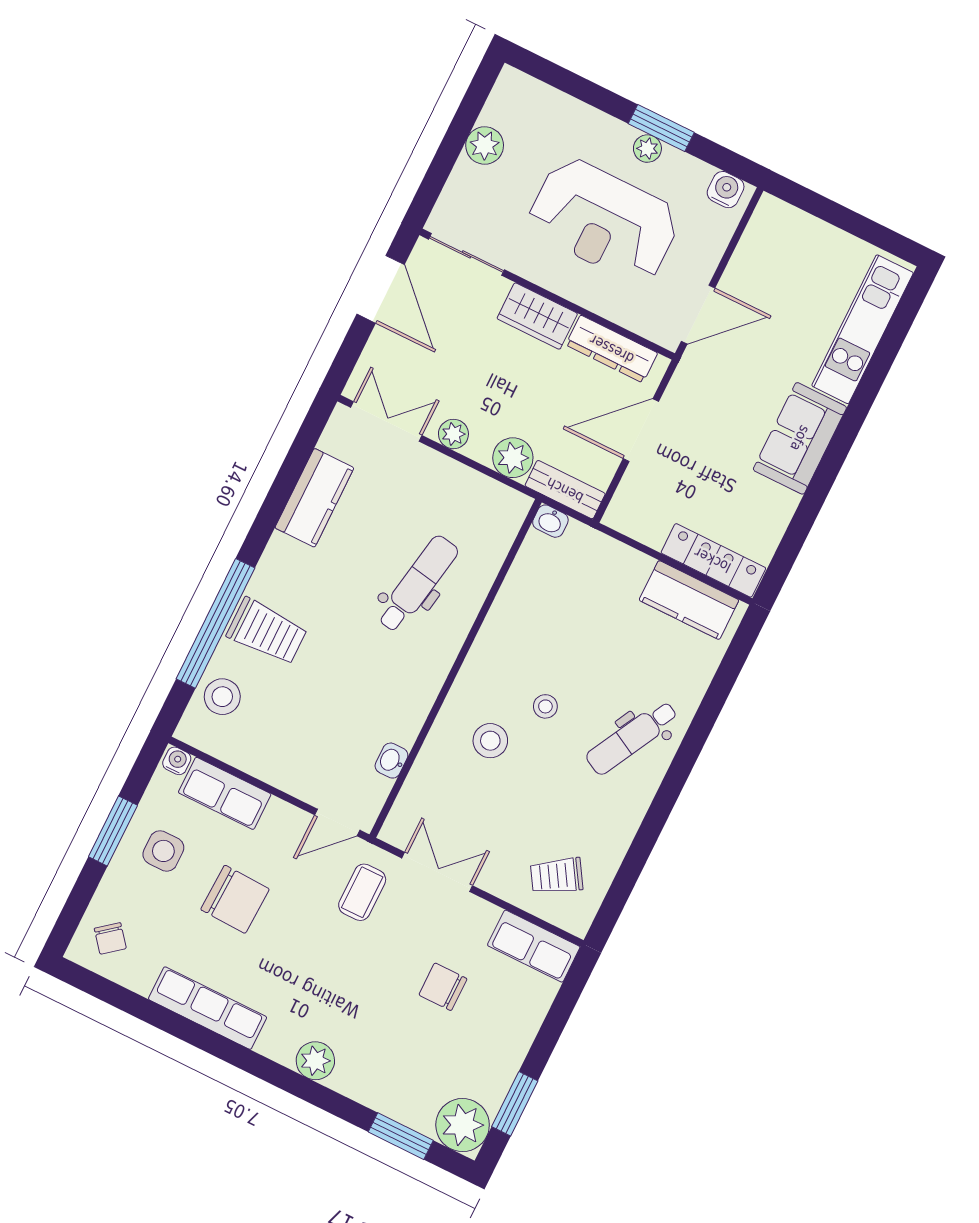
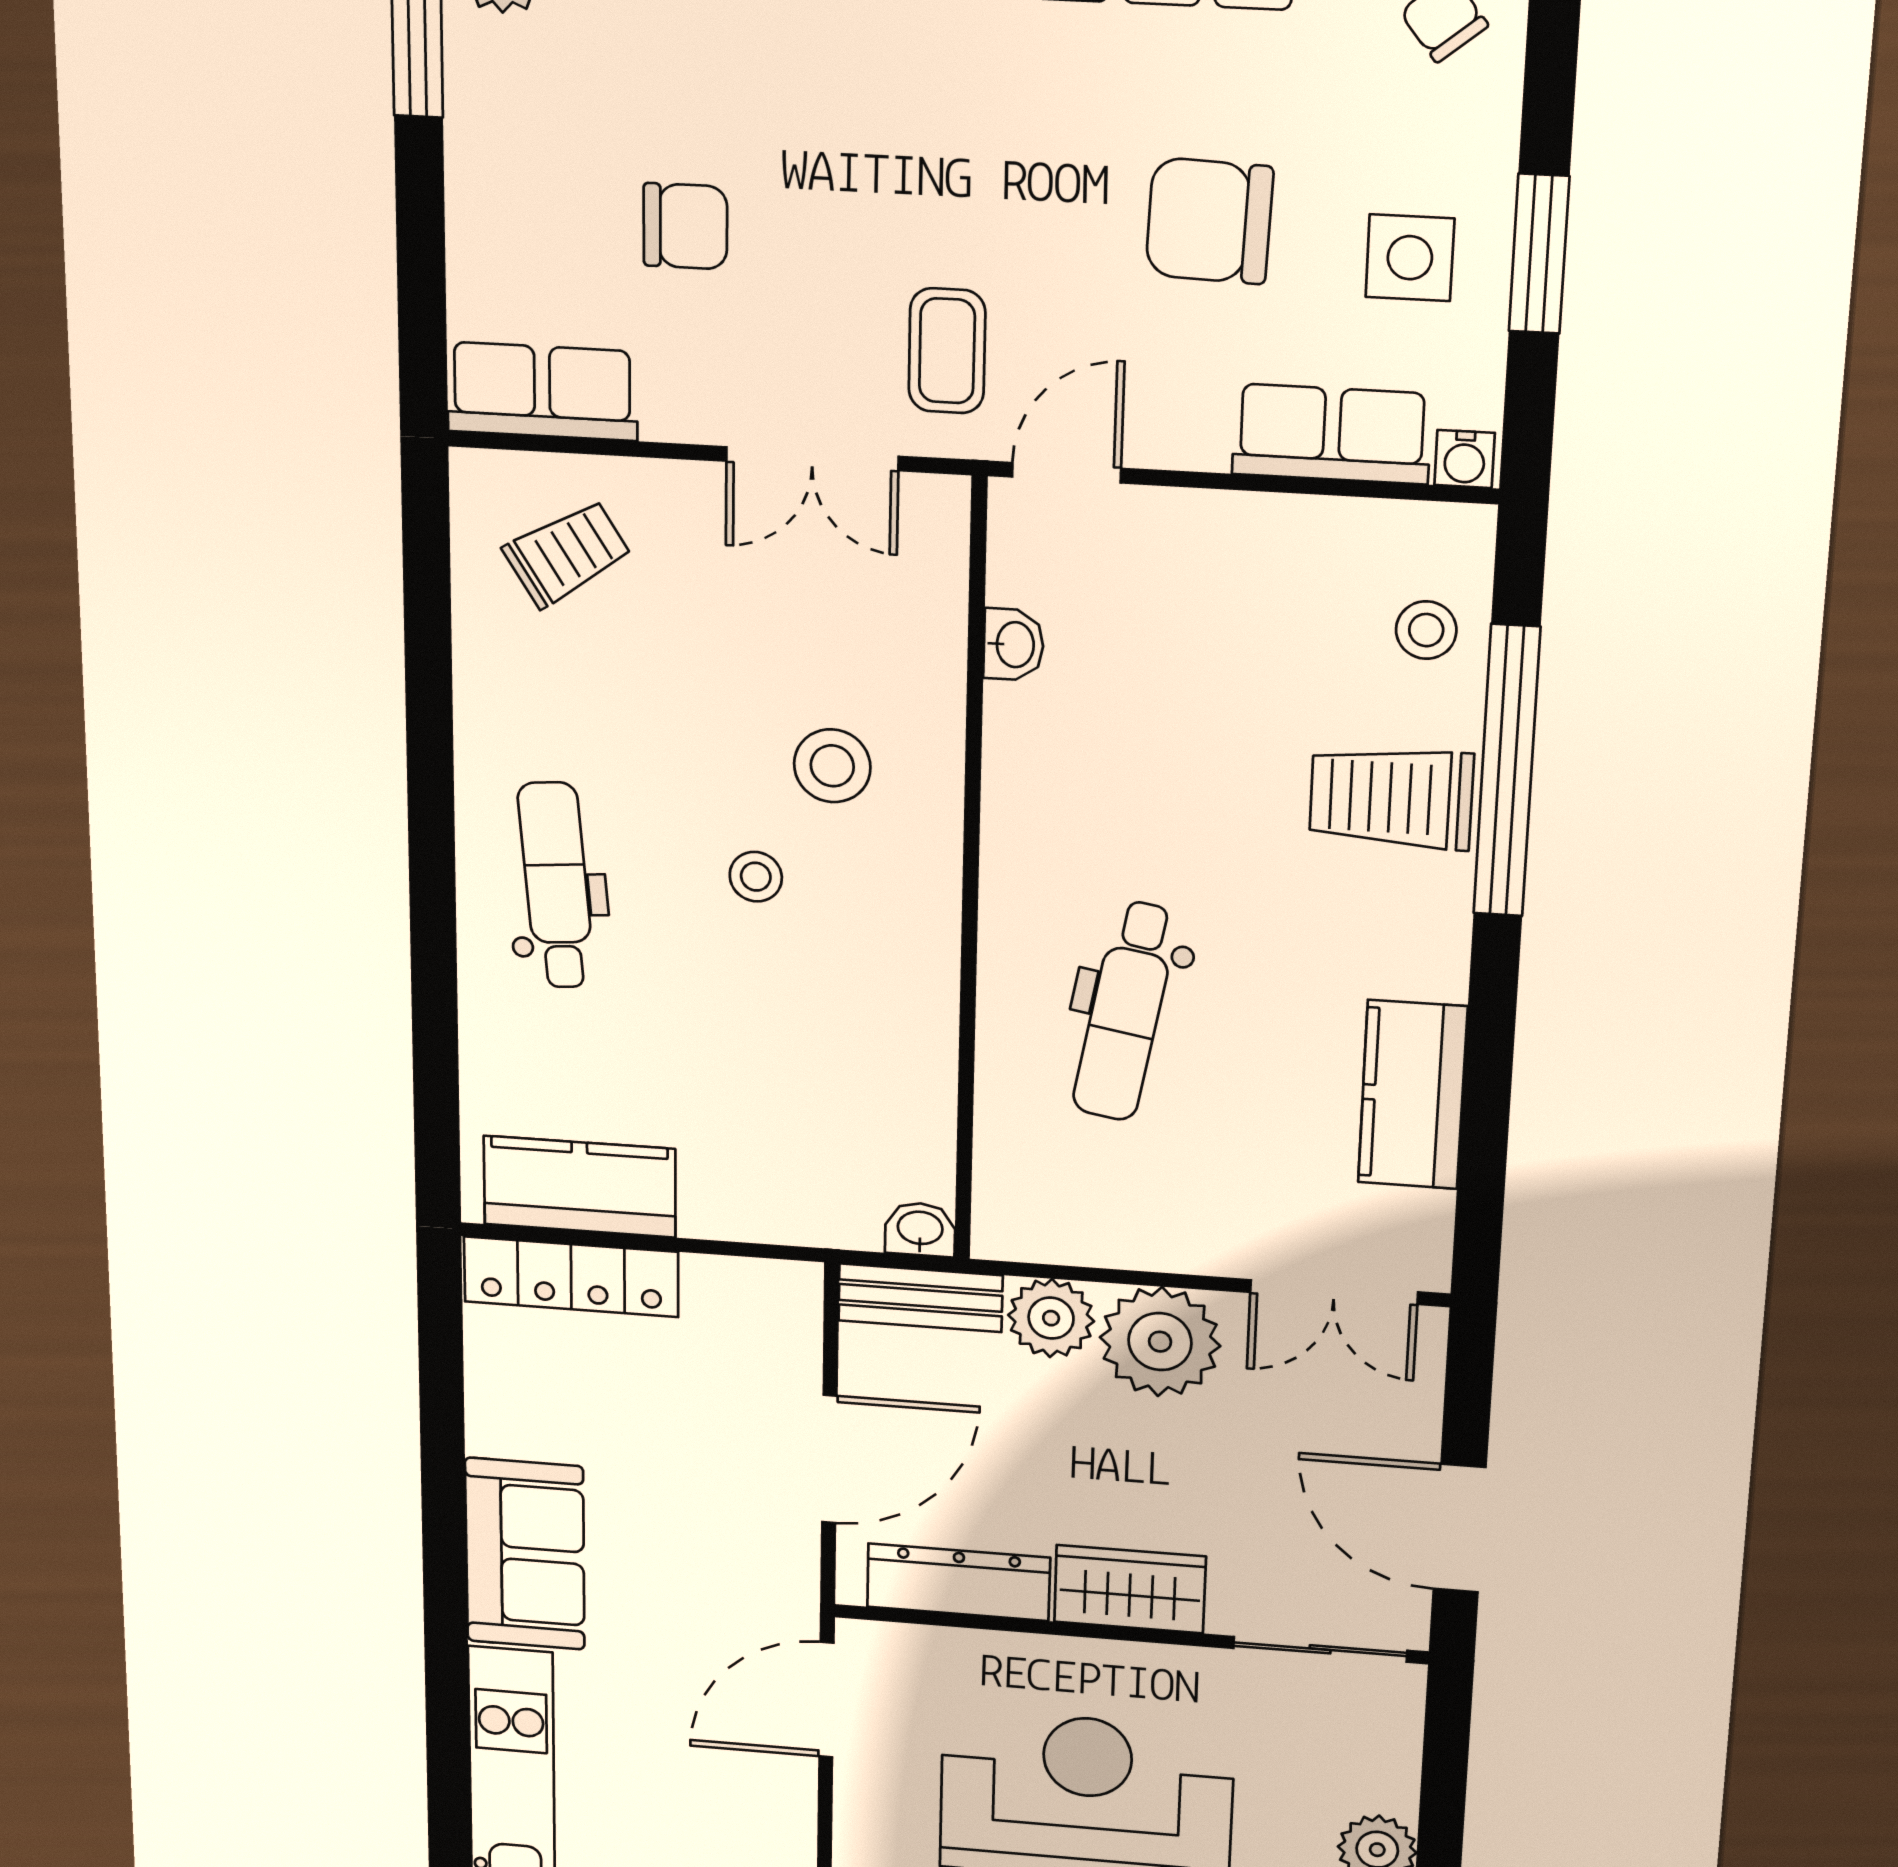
plant: (453, 434) -> (1160, 1342), width x1.88, depth x1.88
stool: (222, 697) -> (1426, 630), width x0.73, depth x0.73
dental chair: (632, 738) -> (556, 885), turned -33

